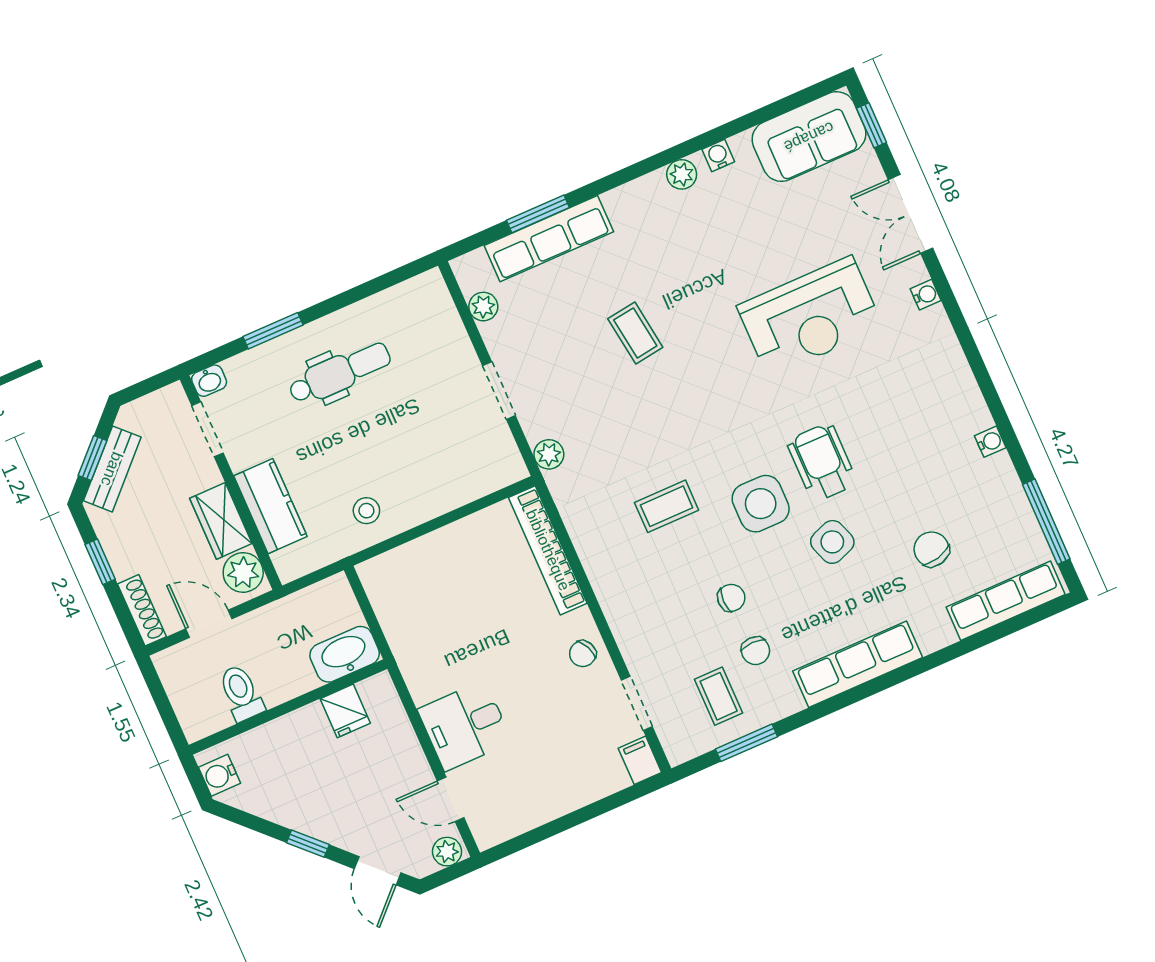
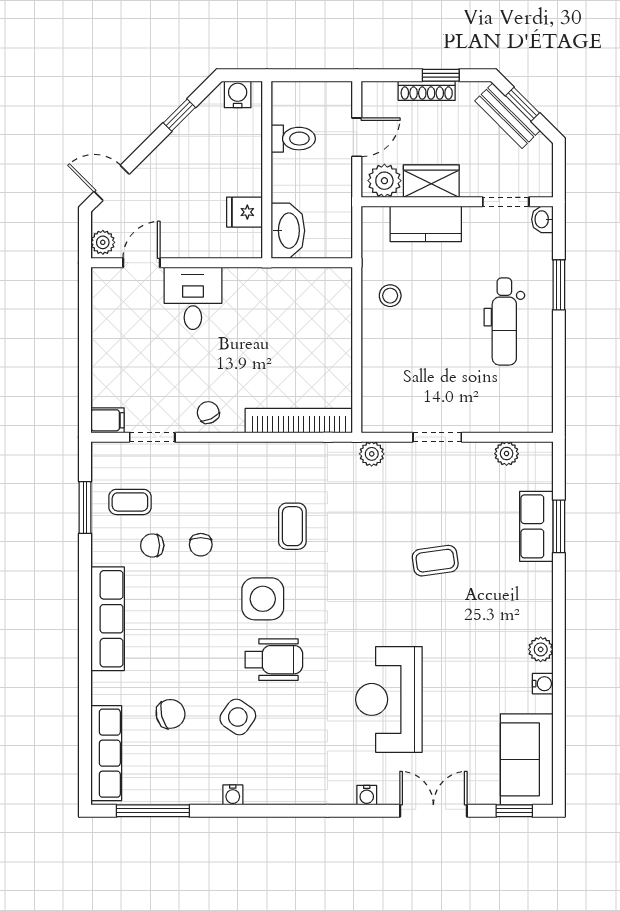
row of seats: (549, 239) -> (536, 526), width x0.68
side table: (832, 542) -> (238, 717), moved, turned -35
shoe rack: (142, 610) -> (427, 91), moved
window: (308, 844) -> (179, 115), moved

